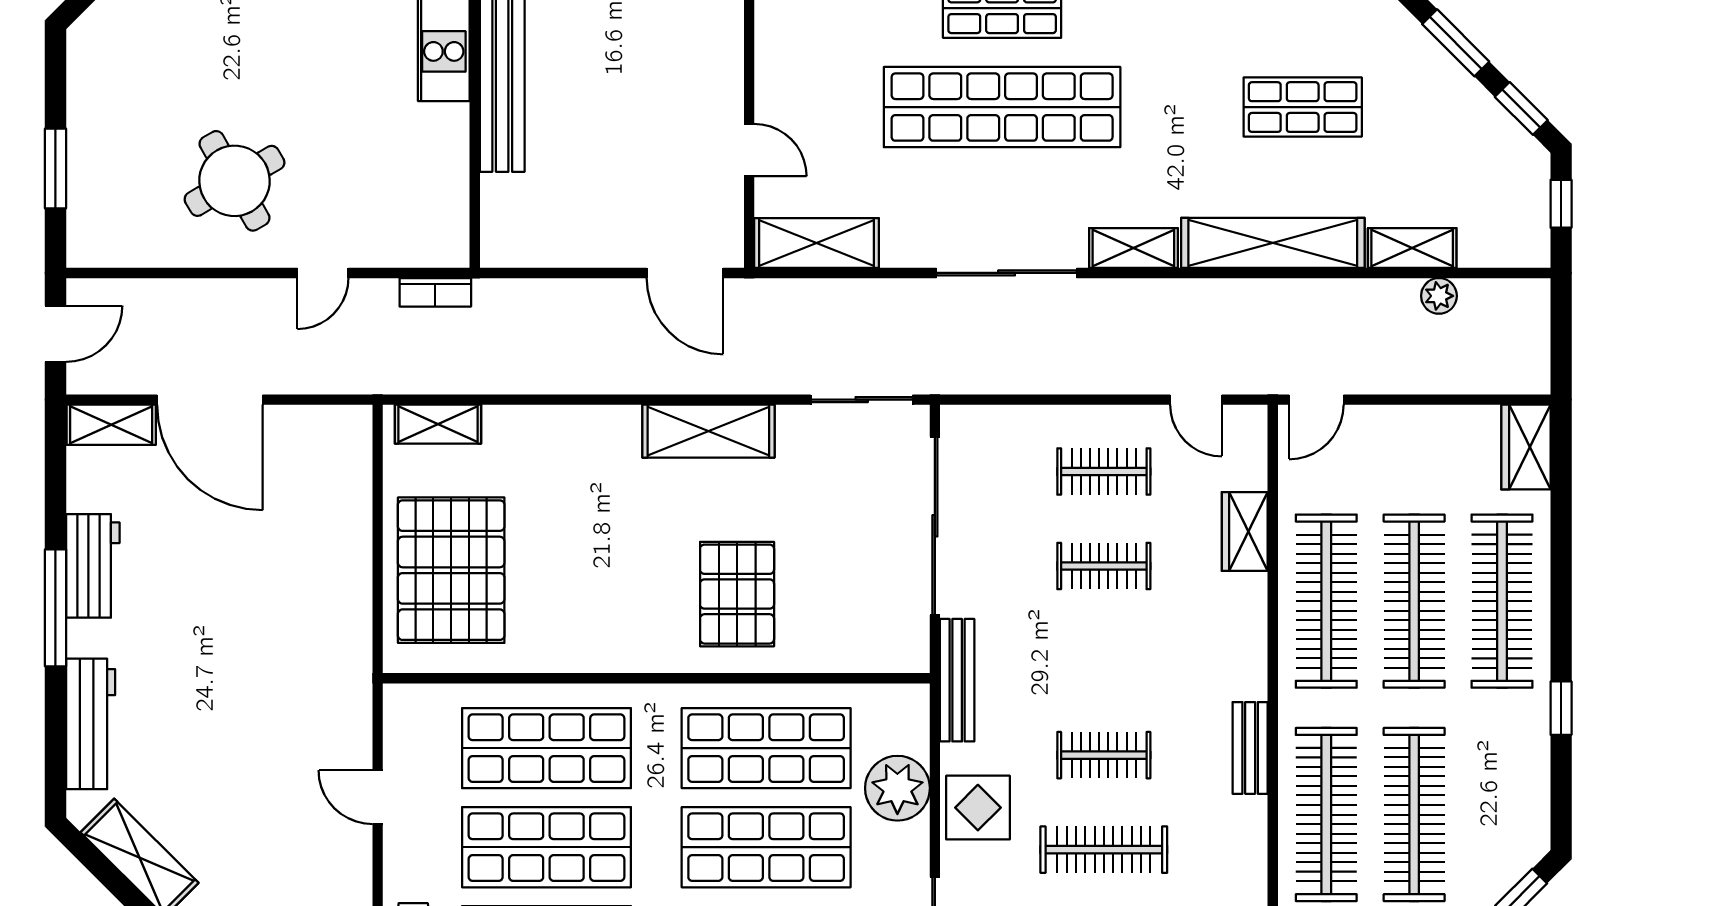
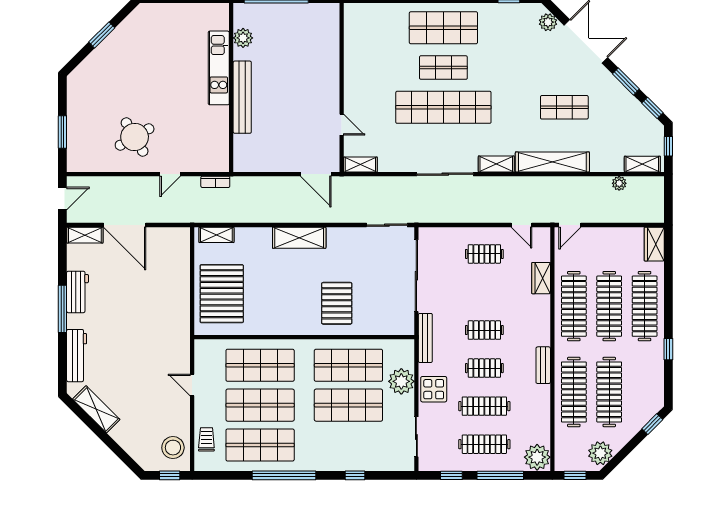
shelving: (816, 243) -> (360, 165), width x0.67, depth x0.75
shelving: (1412, 248) -> (642, 164), moved
shelving: (708, 431) -> (299, 238), moved
clothes rail: (1104, 566) -> (484, 330), moved

